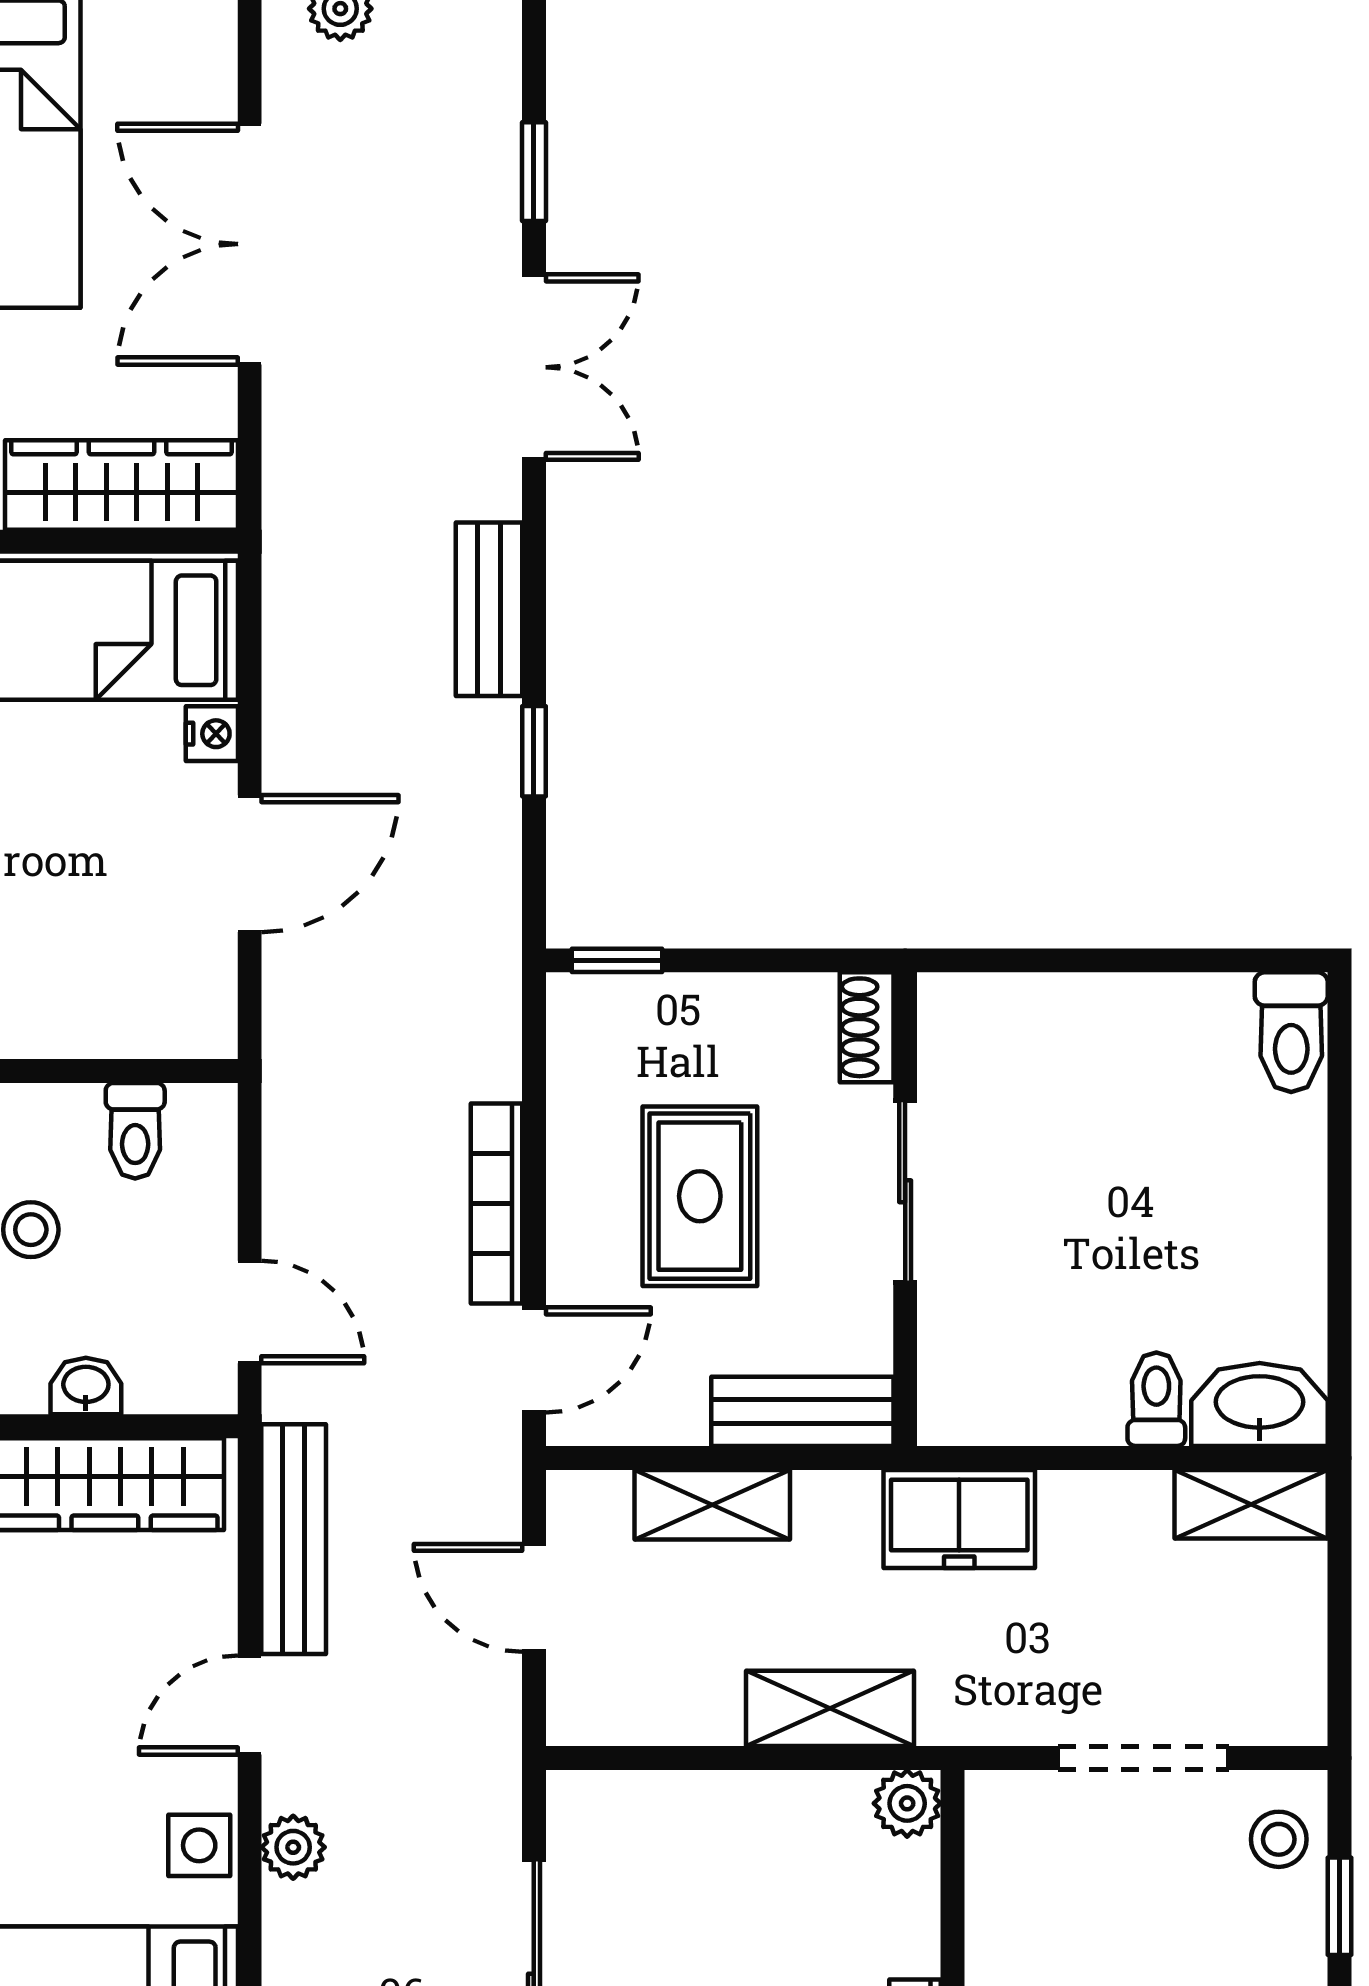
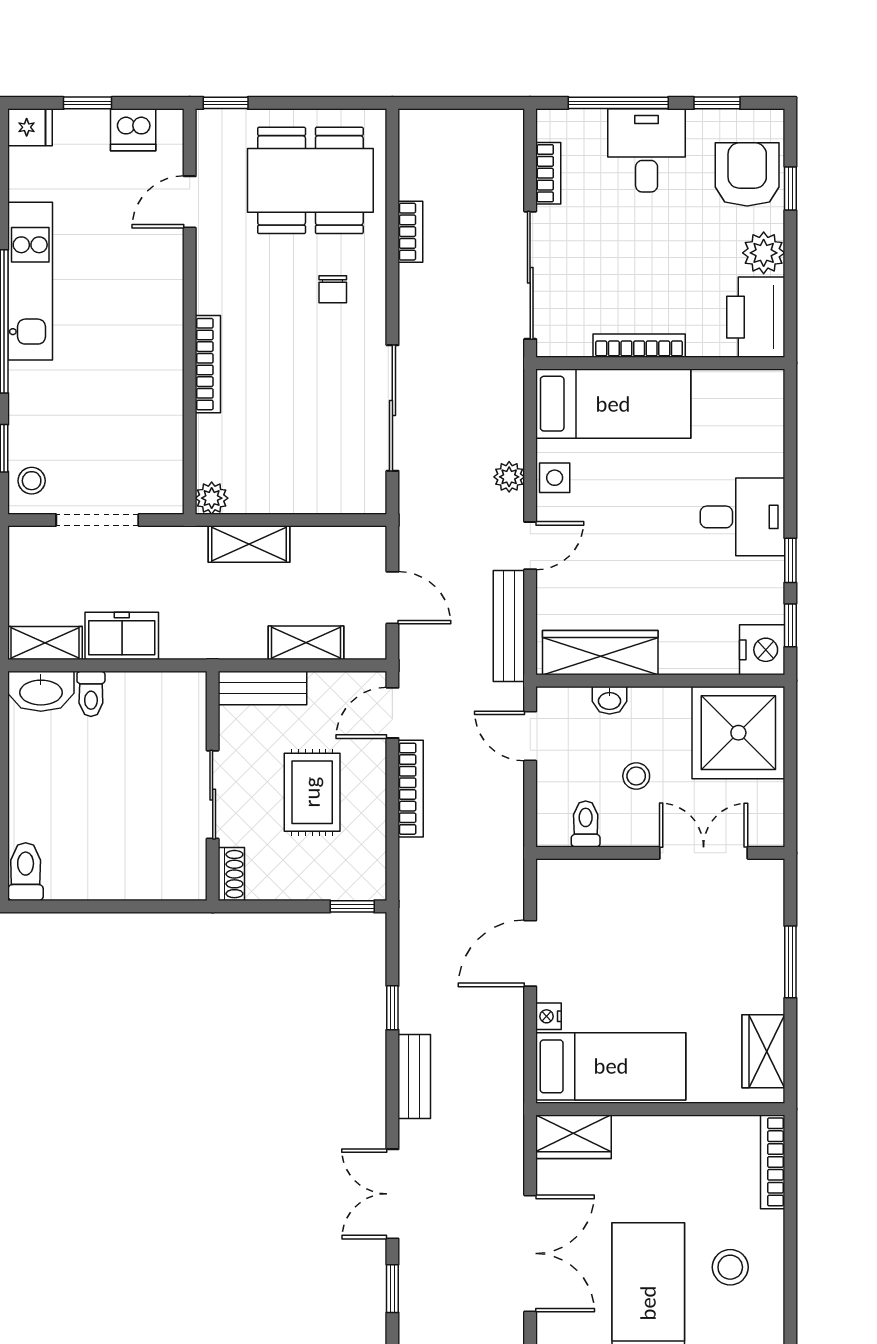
wardrobe: (121, 485) -> (573, 1137), width x0.67
freezer: (959, 1519) -> (122, 636), moved

